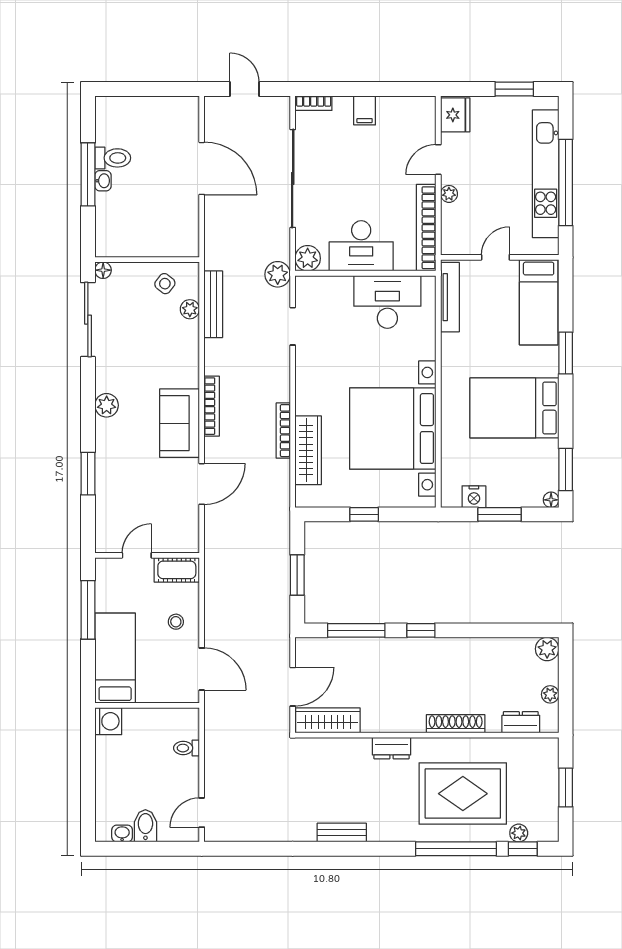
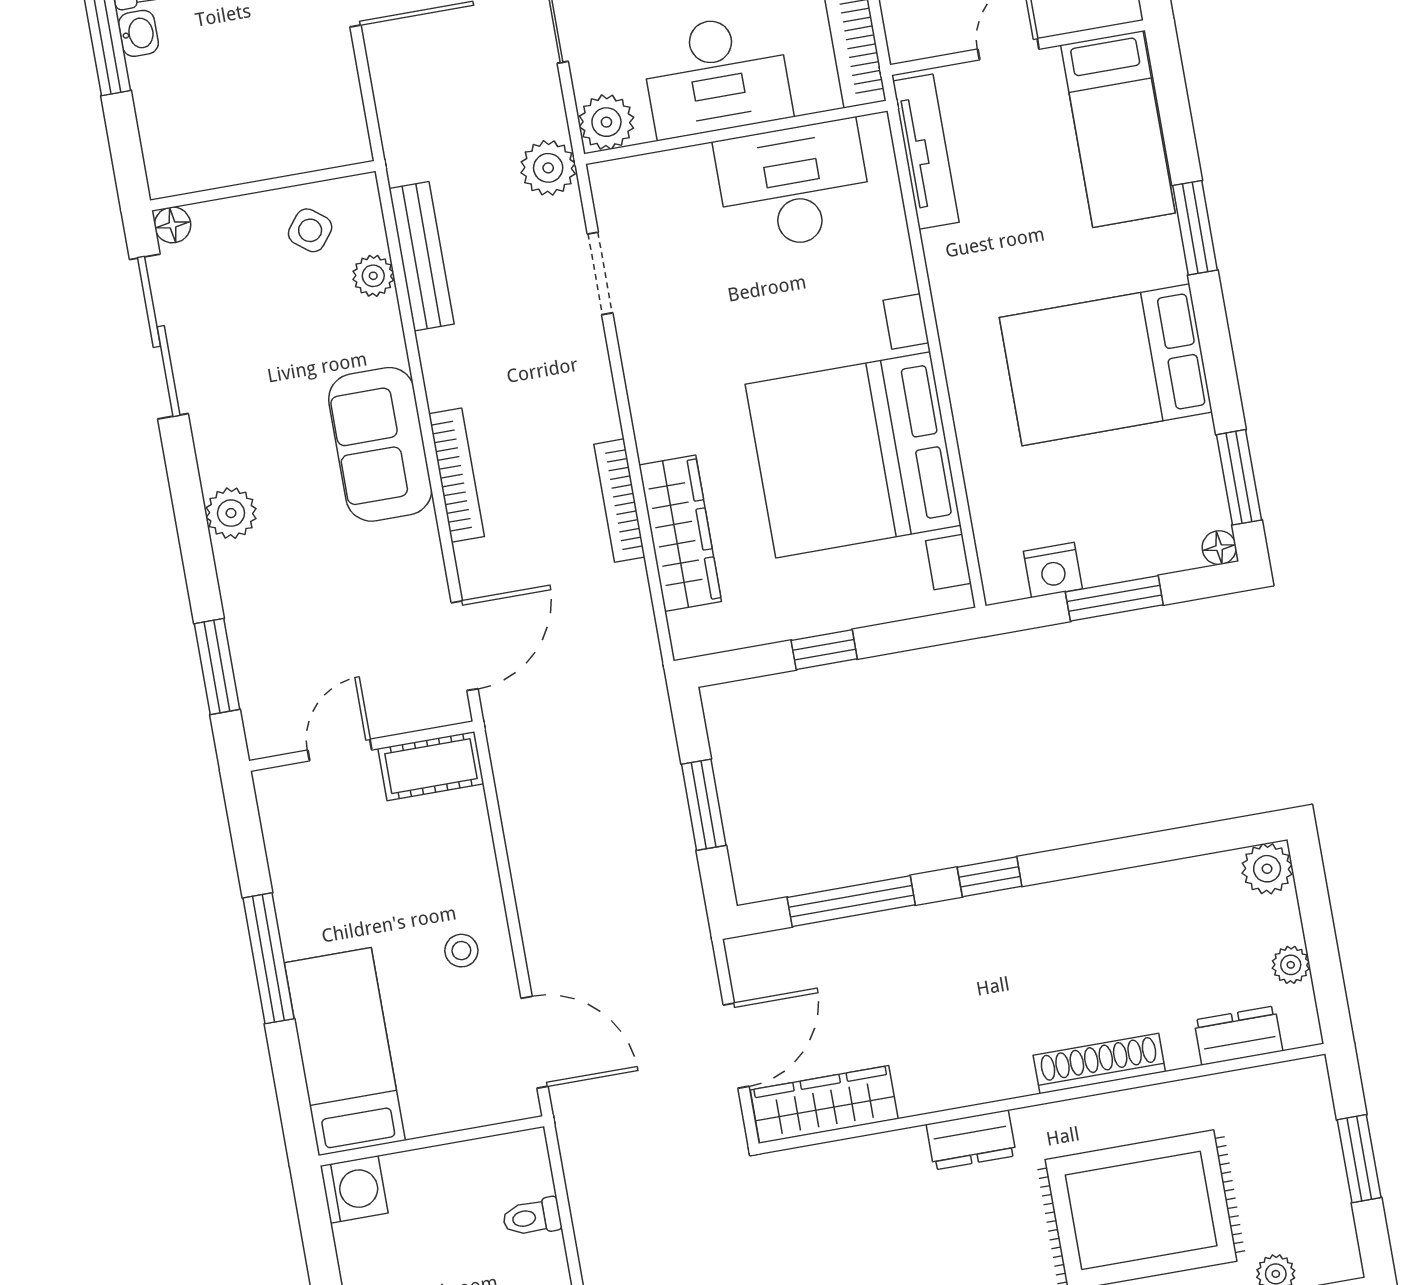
sofa: (180, 423) -> (380, 444), moved
door: (137, 555) -> (340, 750), moved
wall: (147, 555) -> (362, 746), moved
cot: (177, 570) -> (431, 766), moved

